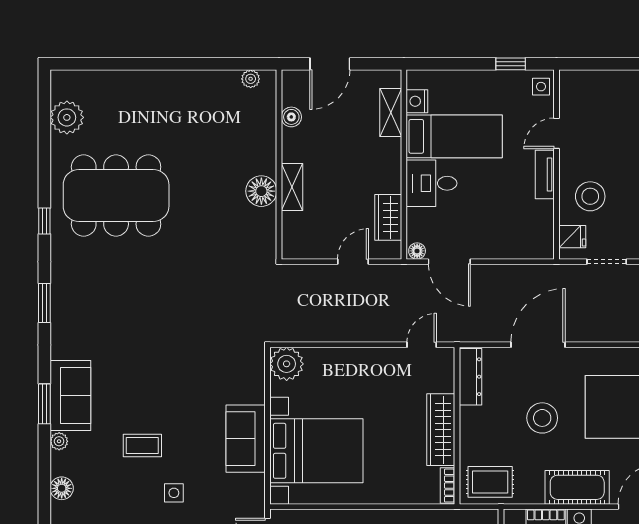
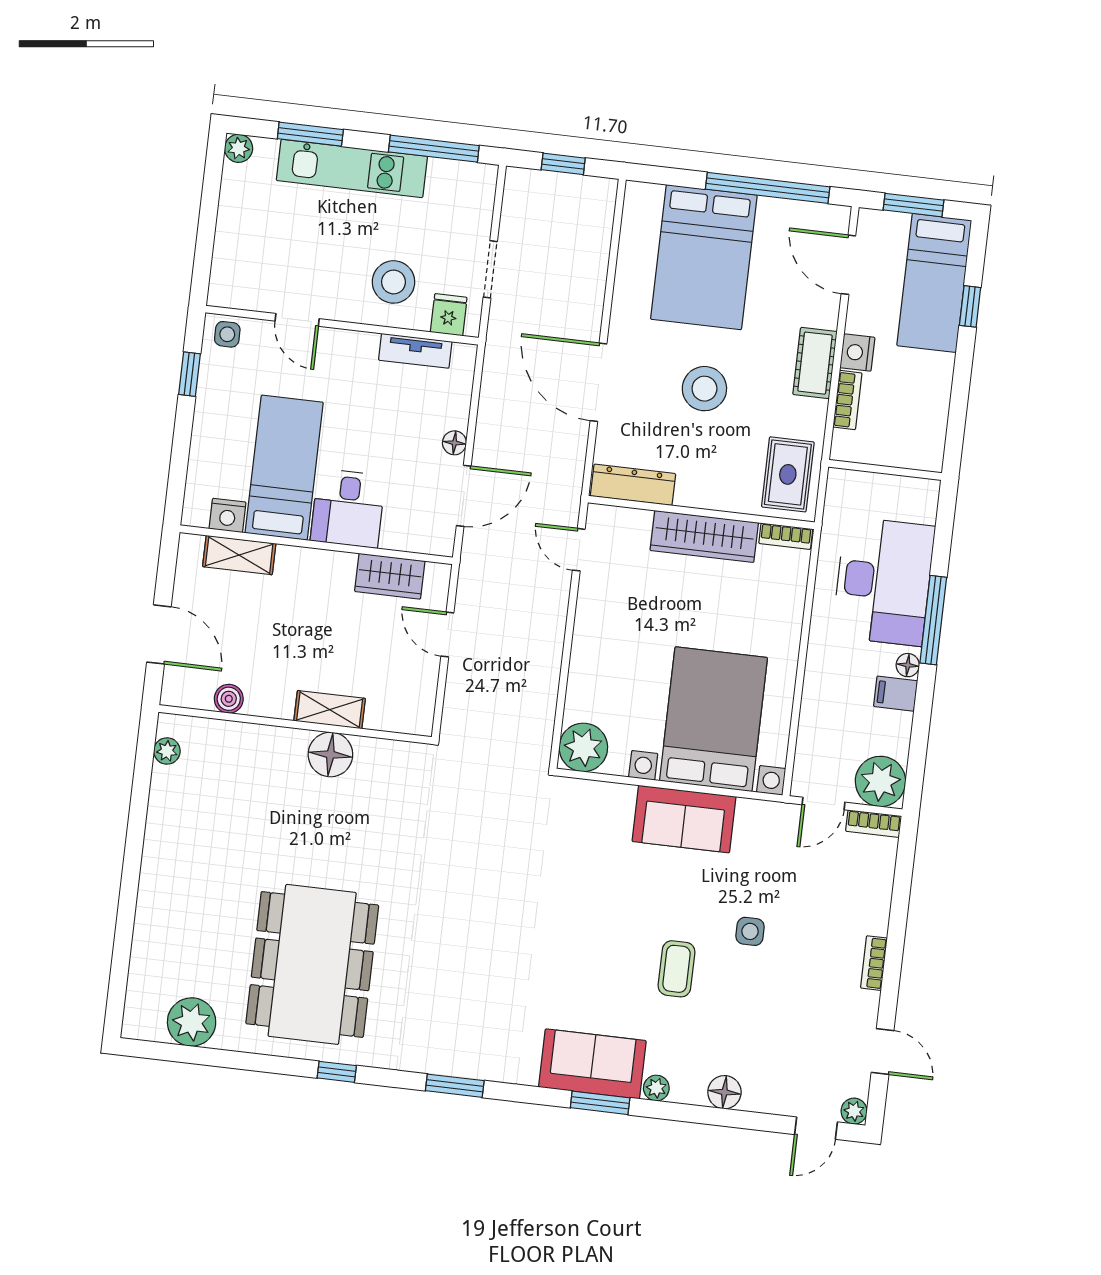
tv unit: (545, 174) -> (415, 351), moved
floor lamp: (417, 251) -> (454, 443), moved
cot: (577, 487) -> (815, 363), width x0.73, depth x0.75

